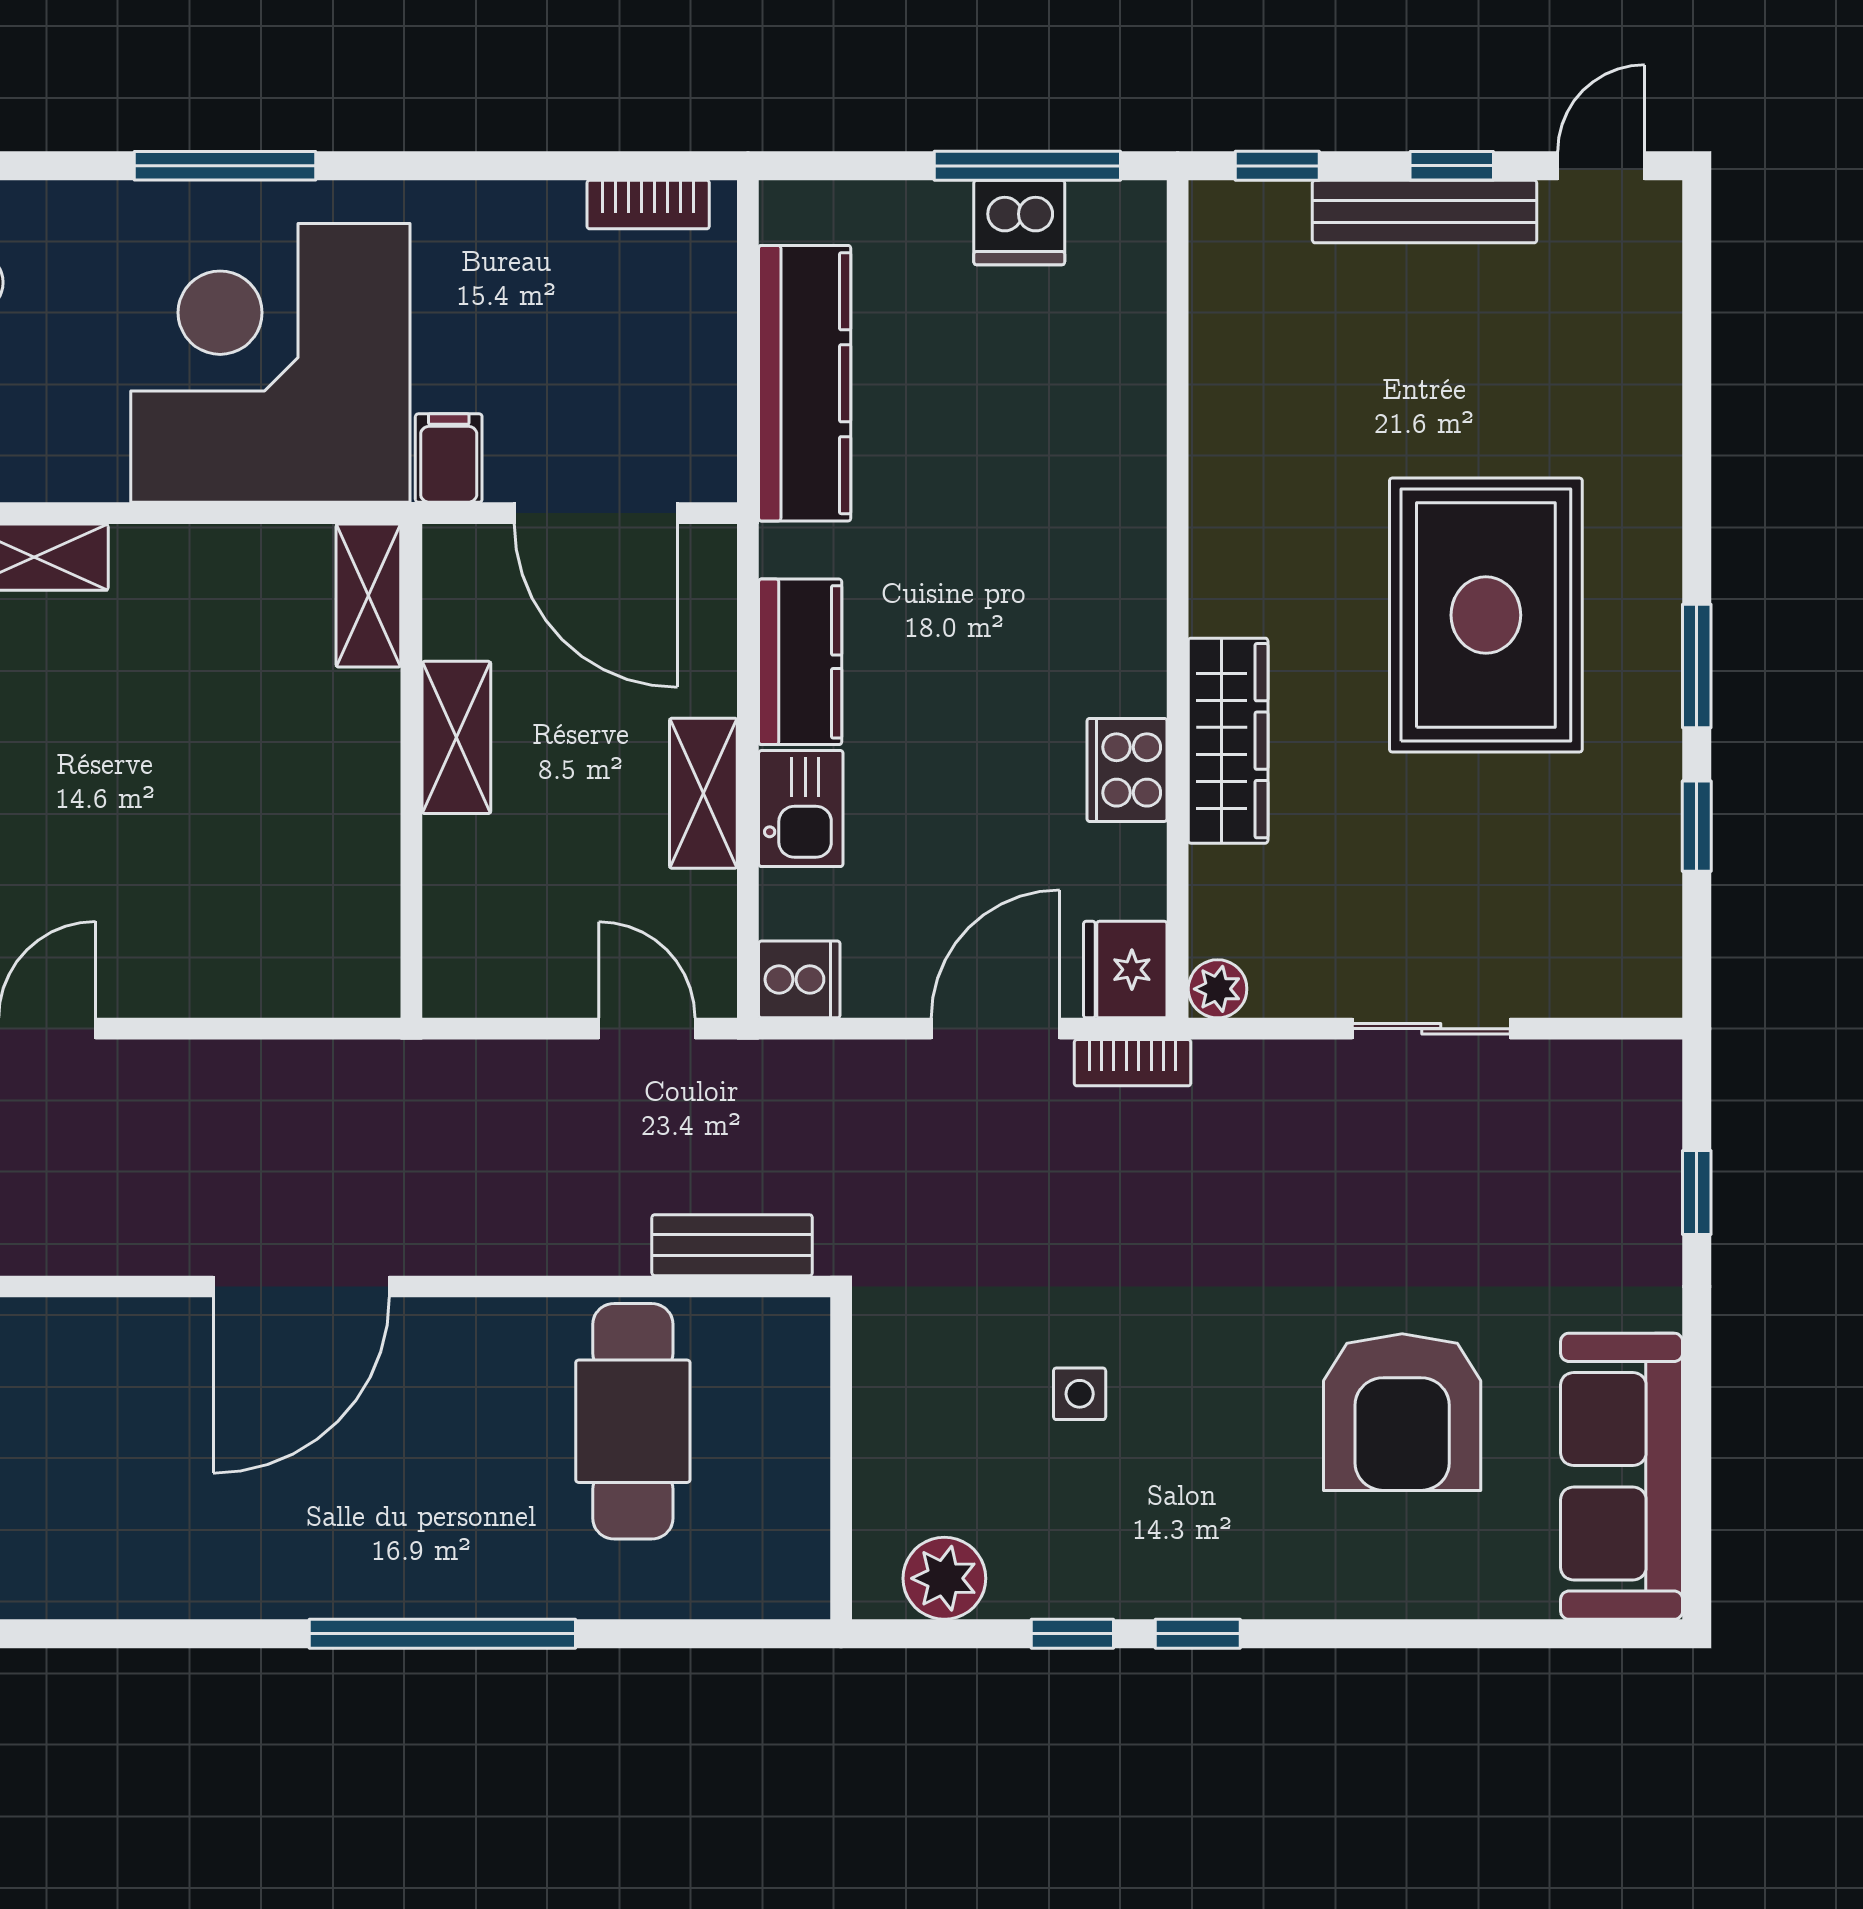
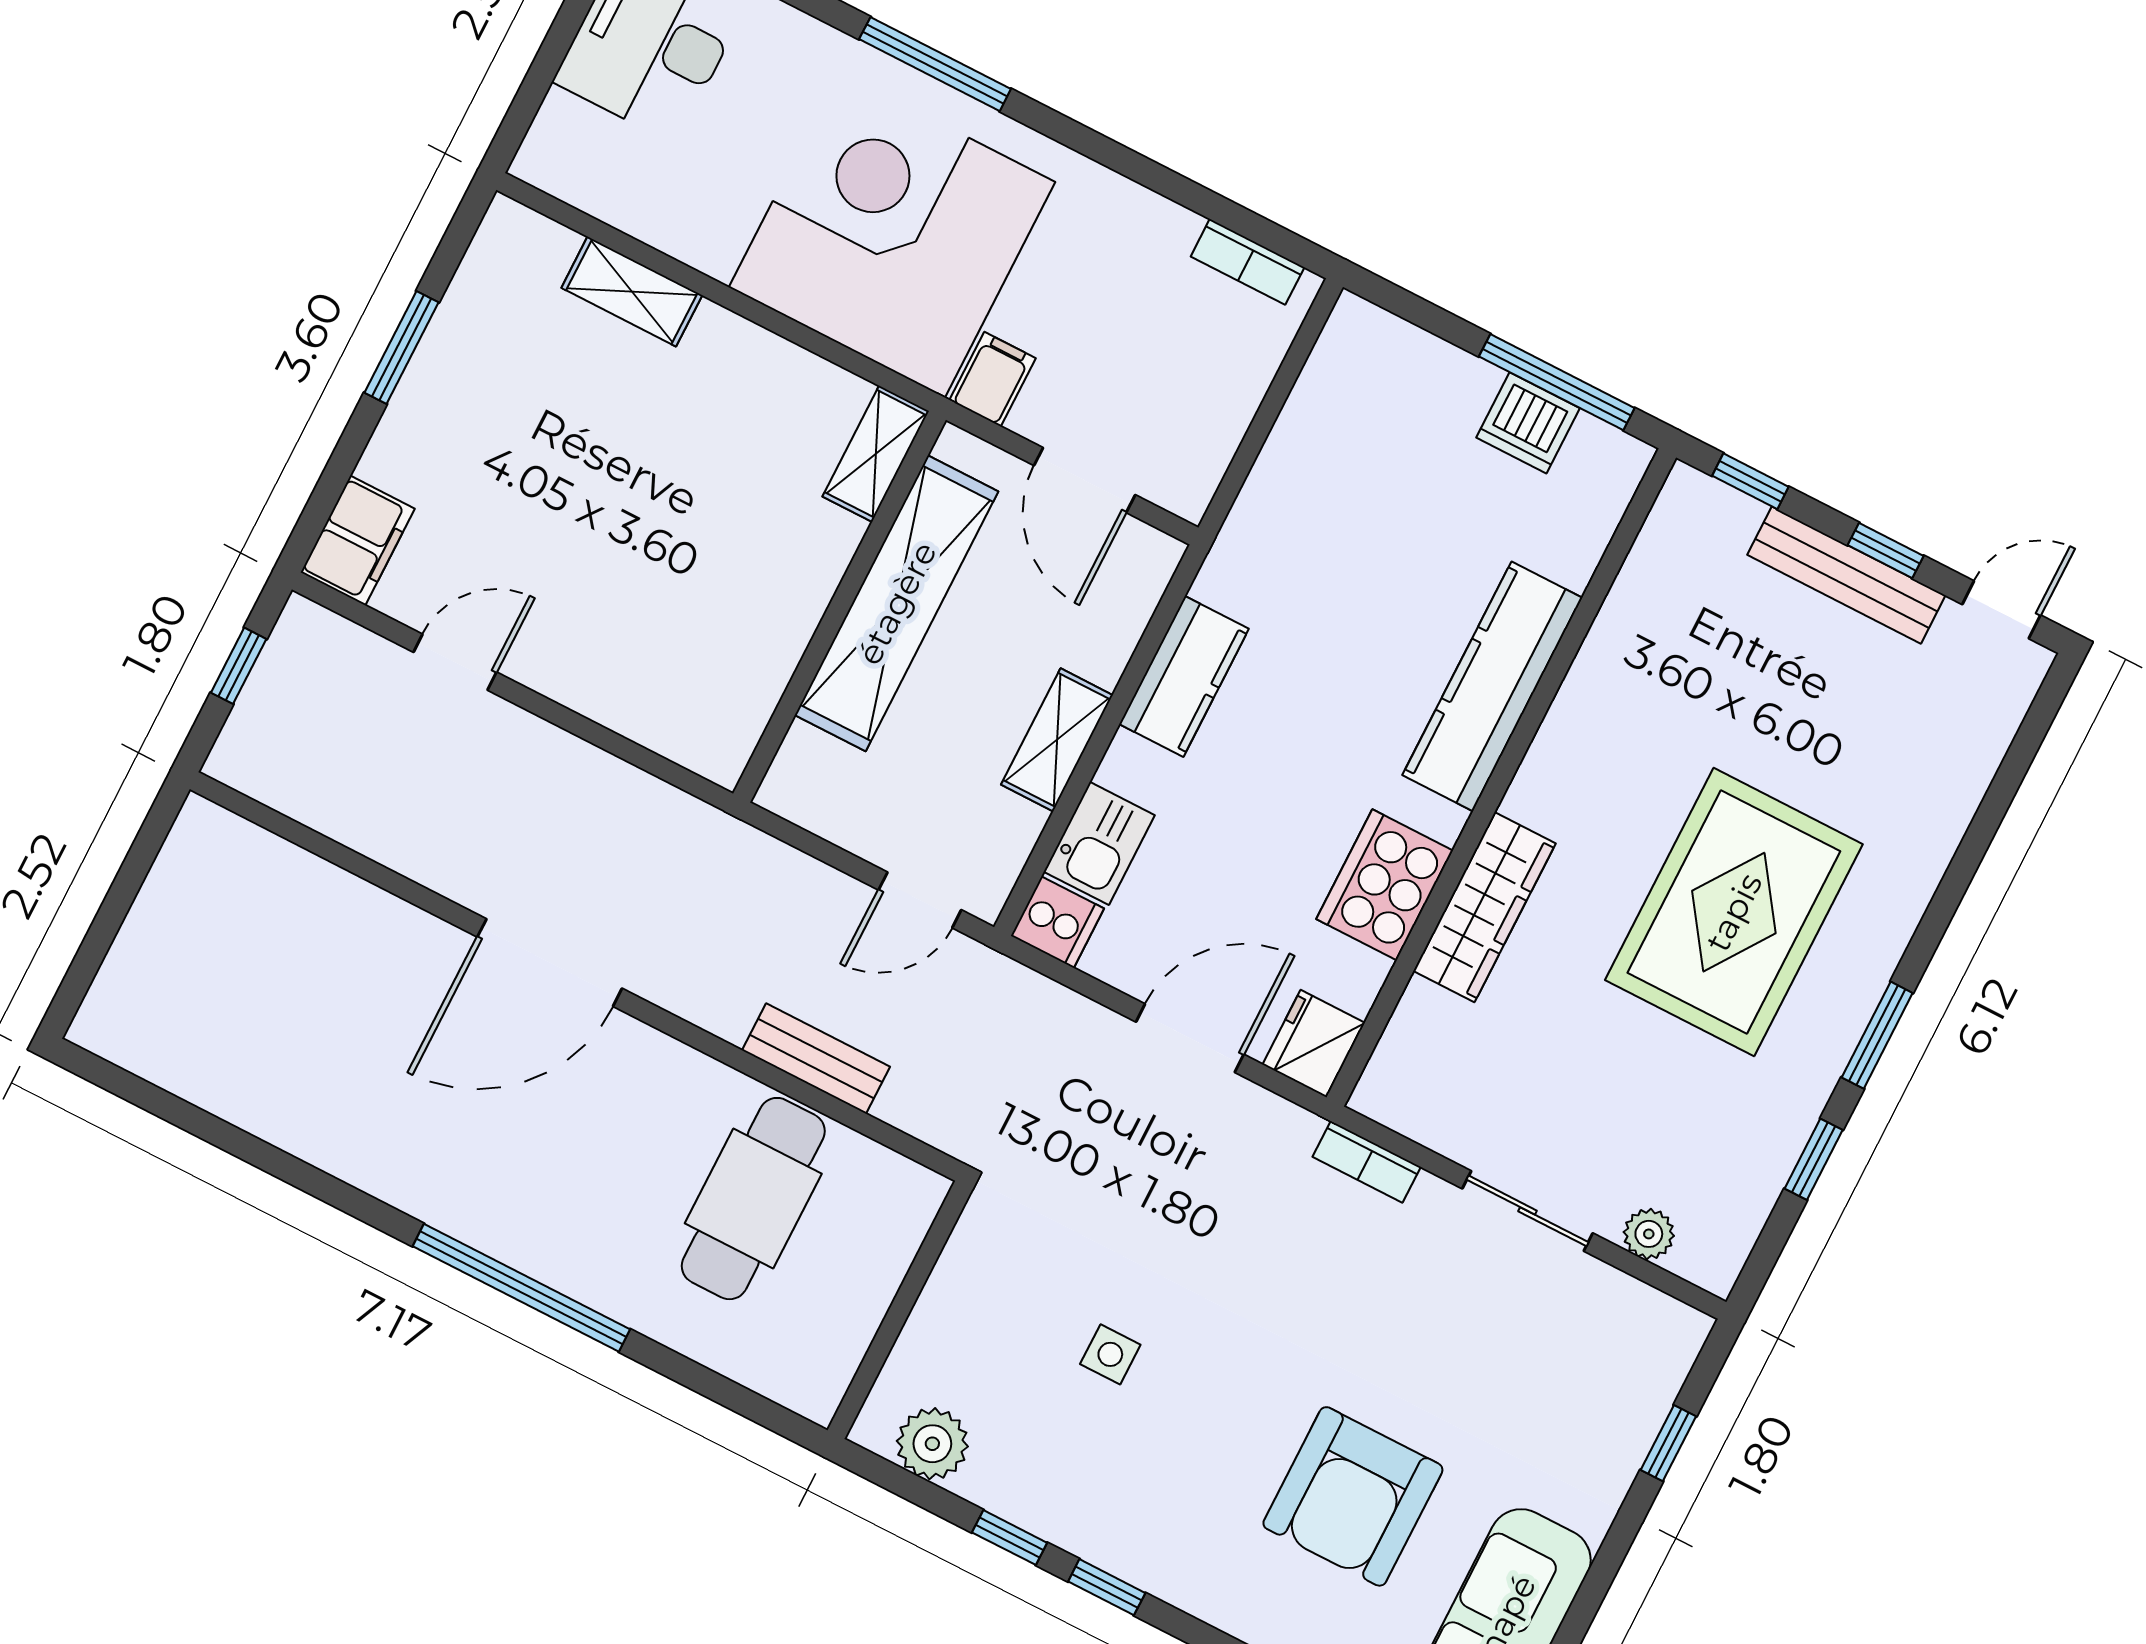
kitchen counter: (805, 383) -> (1492, 686), moved, turned 180
door: (596, 513) -> (1085, 480), width x0.73
shelving: (456, 737) -> (897, 603), width x2.20, depth x1.33
cooker: (1127, 770) -> (1385, 885), width x1.37, depth x1.31
kitchen sink: (801, 809) -> (1099, 843), moved
plant: (1218, 989) -> (1649, 1234), moved
door: (647, 1029) -> (920, 900), swing flipped
bookcase: (1133, 1063) -> (1367, 1162), moved
bench: (732, 1245) -> (816, 1059), moved

